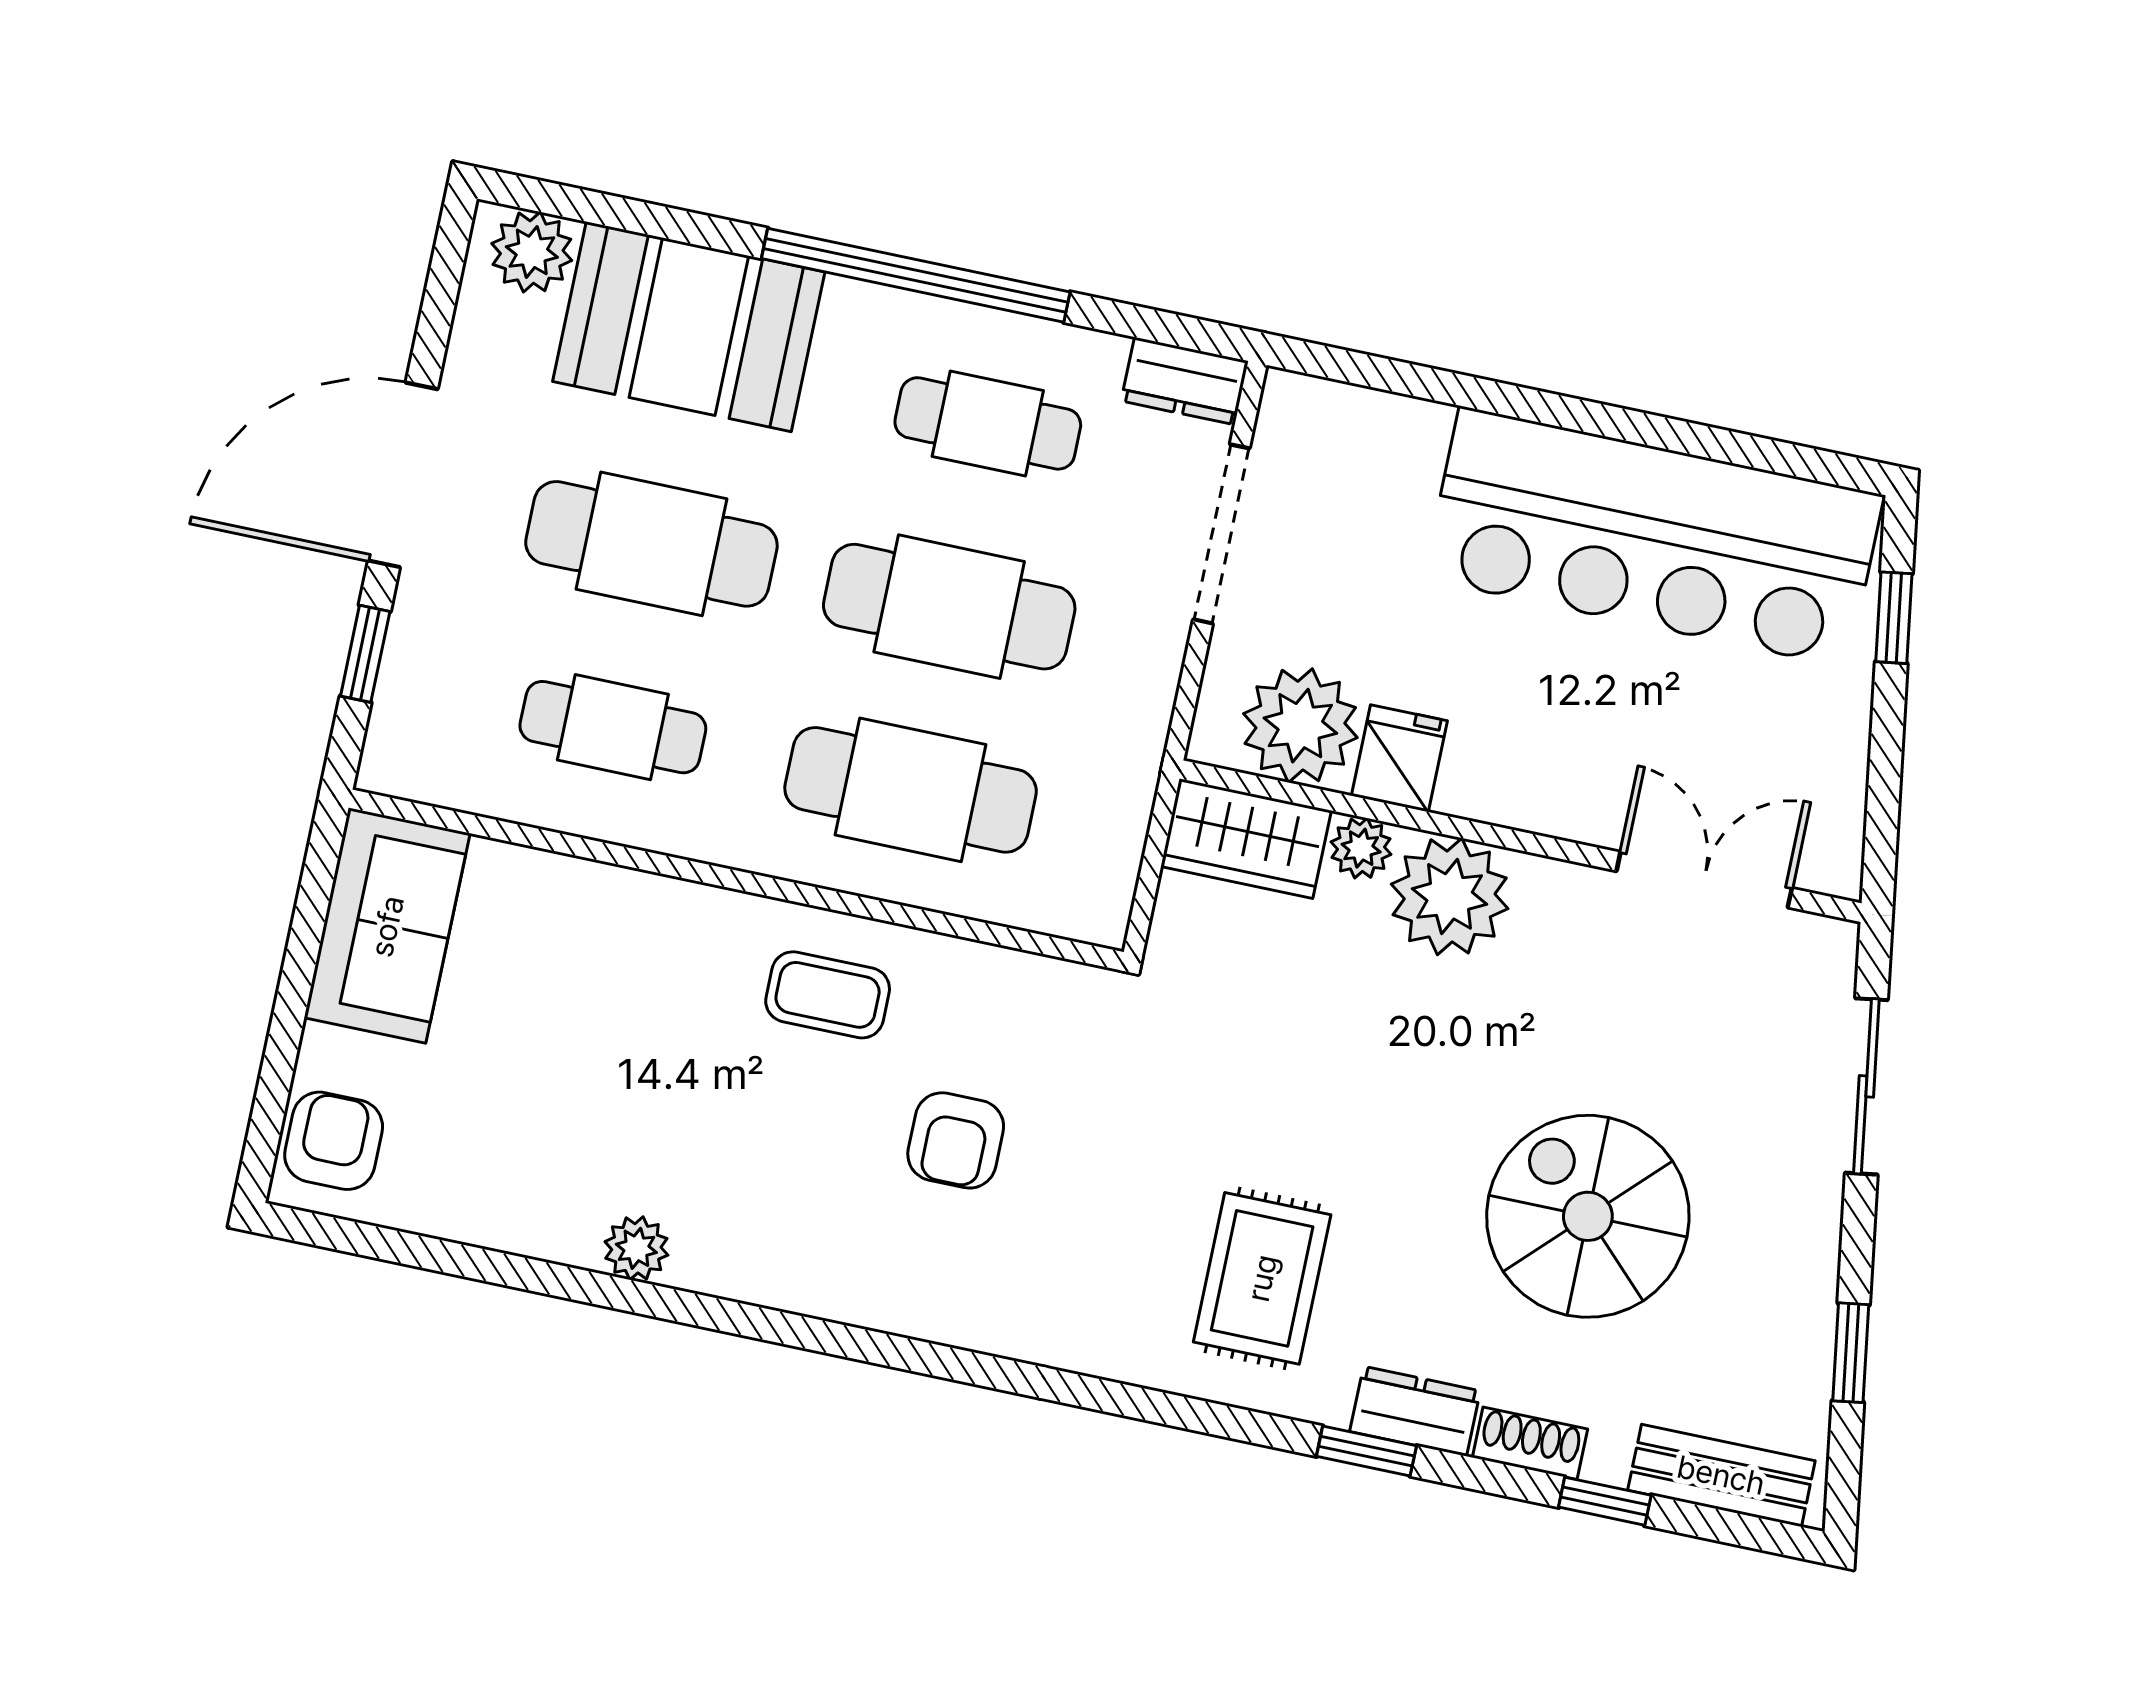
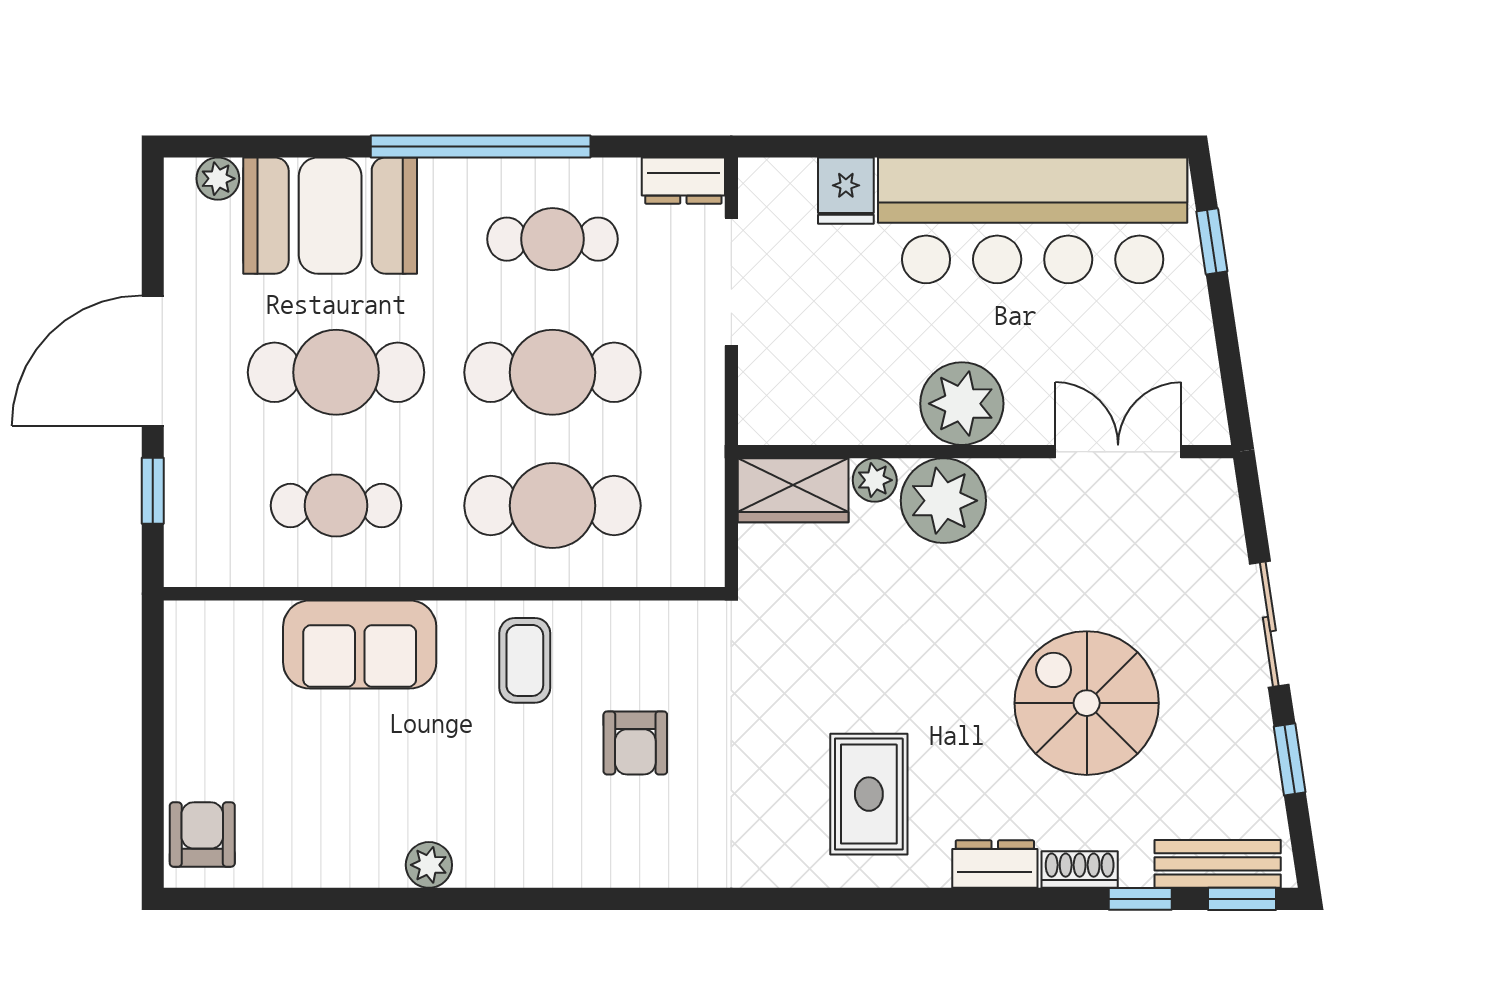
plant: (532, 252) -> (218, 179), width x0.73, depth x0.73
plant: (1300, 726) -> (962, 404), moved
fridge: (1399, 758) -> (846, 191), moved, turned 180
sofa: (387, 926) -> (360, 645), moved, turned 90
coffee table: (828, 995) -> (525, 660), turned 90
sliding door: (1866, 1086) -> (1269, 624), moved
window: (1366, 1451) -> (1242, 899), moved

